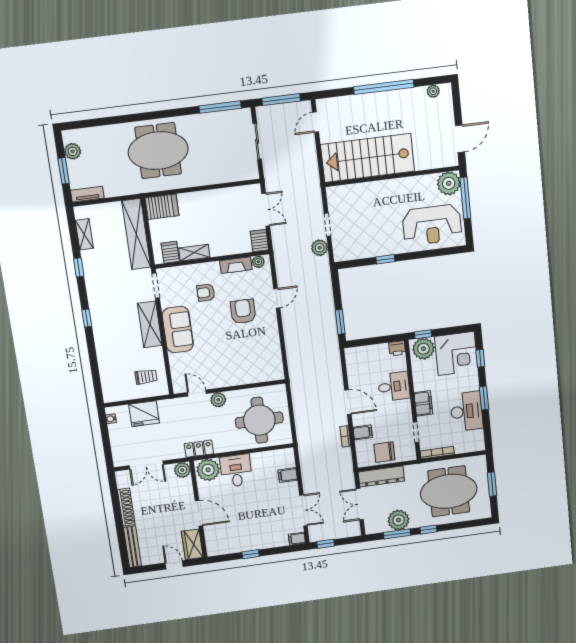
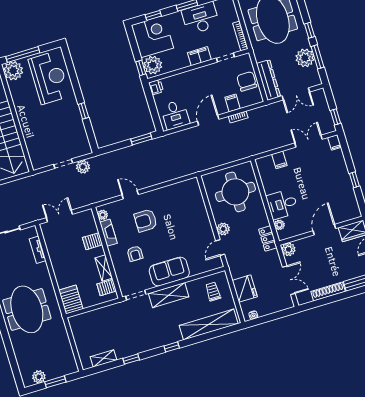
tv unit: (87, 194) -> (38, 250), moved
shelving: (136, 234) -> (209, 325), moved
server rack: (259, 241) -> (93, 241), moved
desk: (394, 387) -> (175, 115), moved, turned 180
chair: (384, 452) -> (247, 81), turned 180
plant: (208, 470) -> (279, 225), width x0.53, depth x0.53

